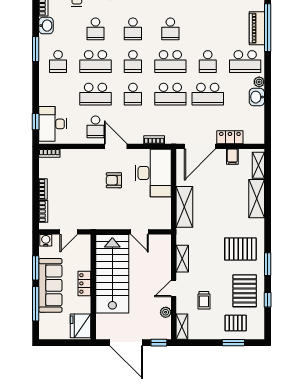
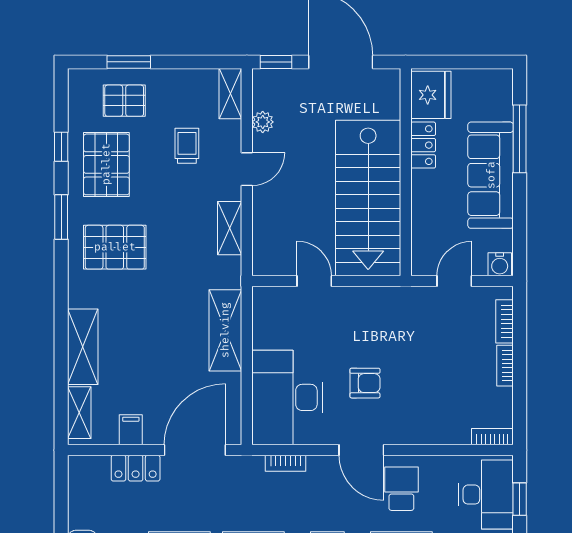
window: (36, 268) -> (520, 210), removed
locker: (84, 283) -> (423, 145), moved

